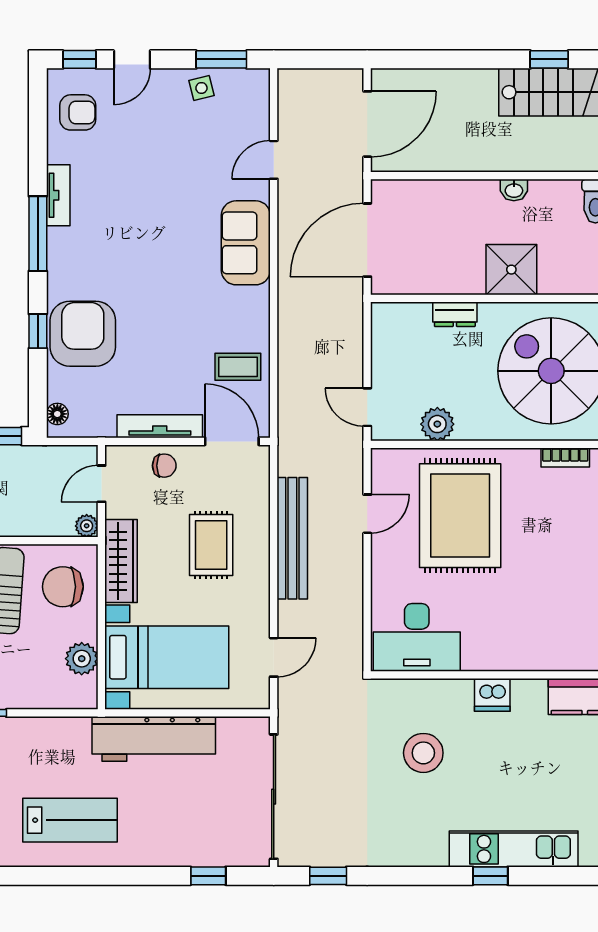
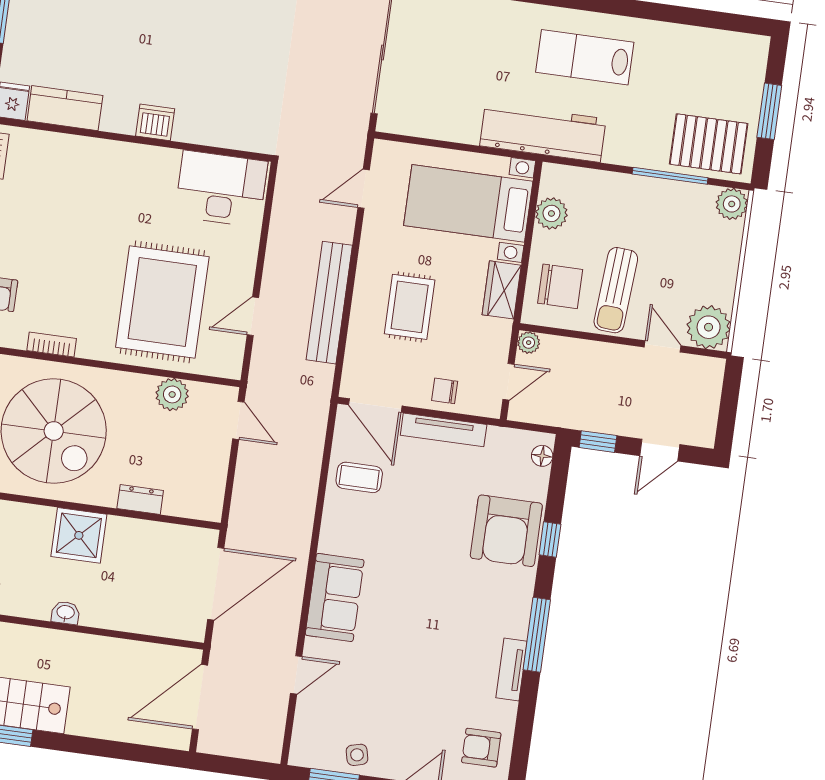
wardrobe: (121, 561) -> (502, 290), width x0.67
workbench: (154, 739) -> (543, 132), moved
stool: (423, 753) -> (230, 75), removed

